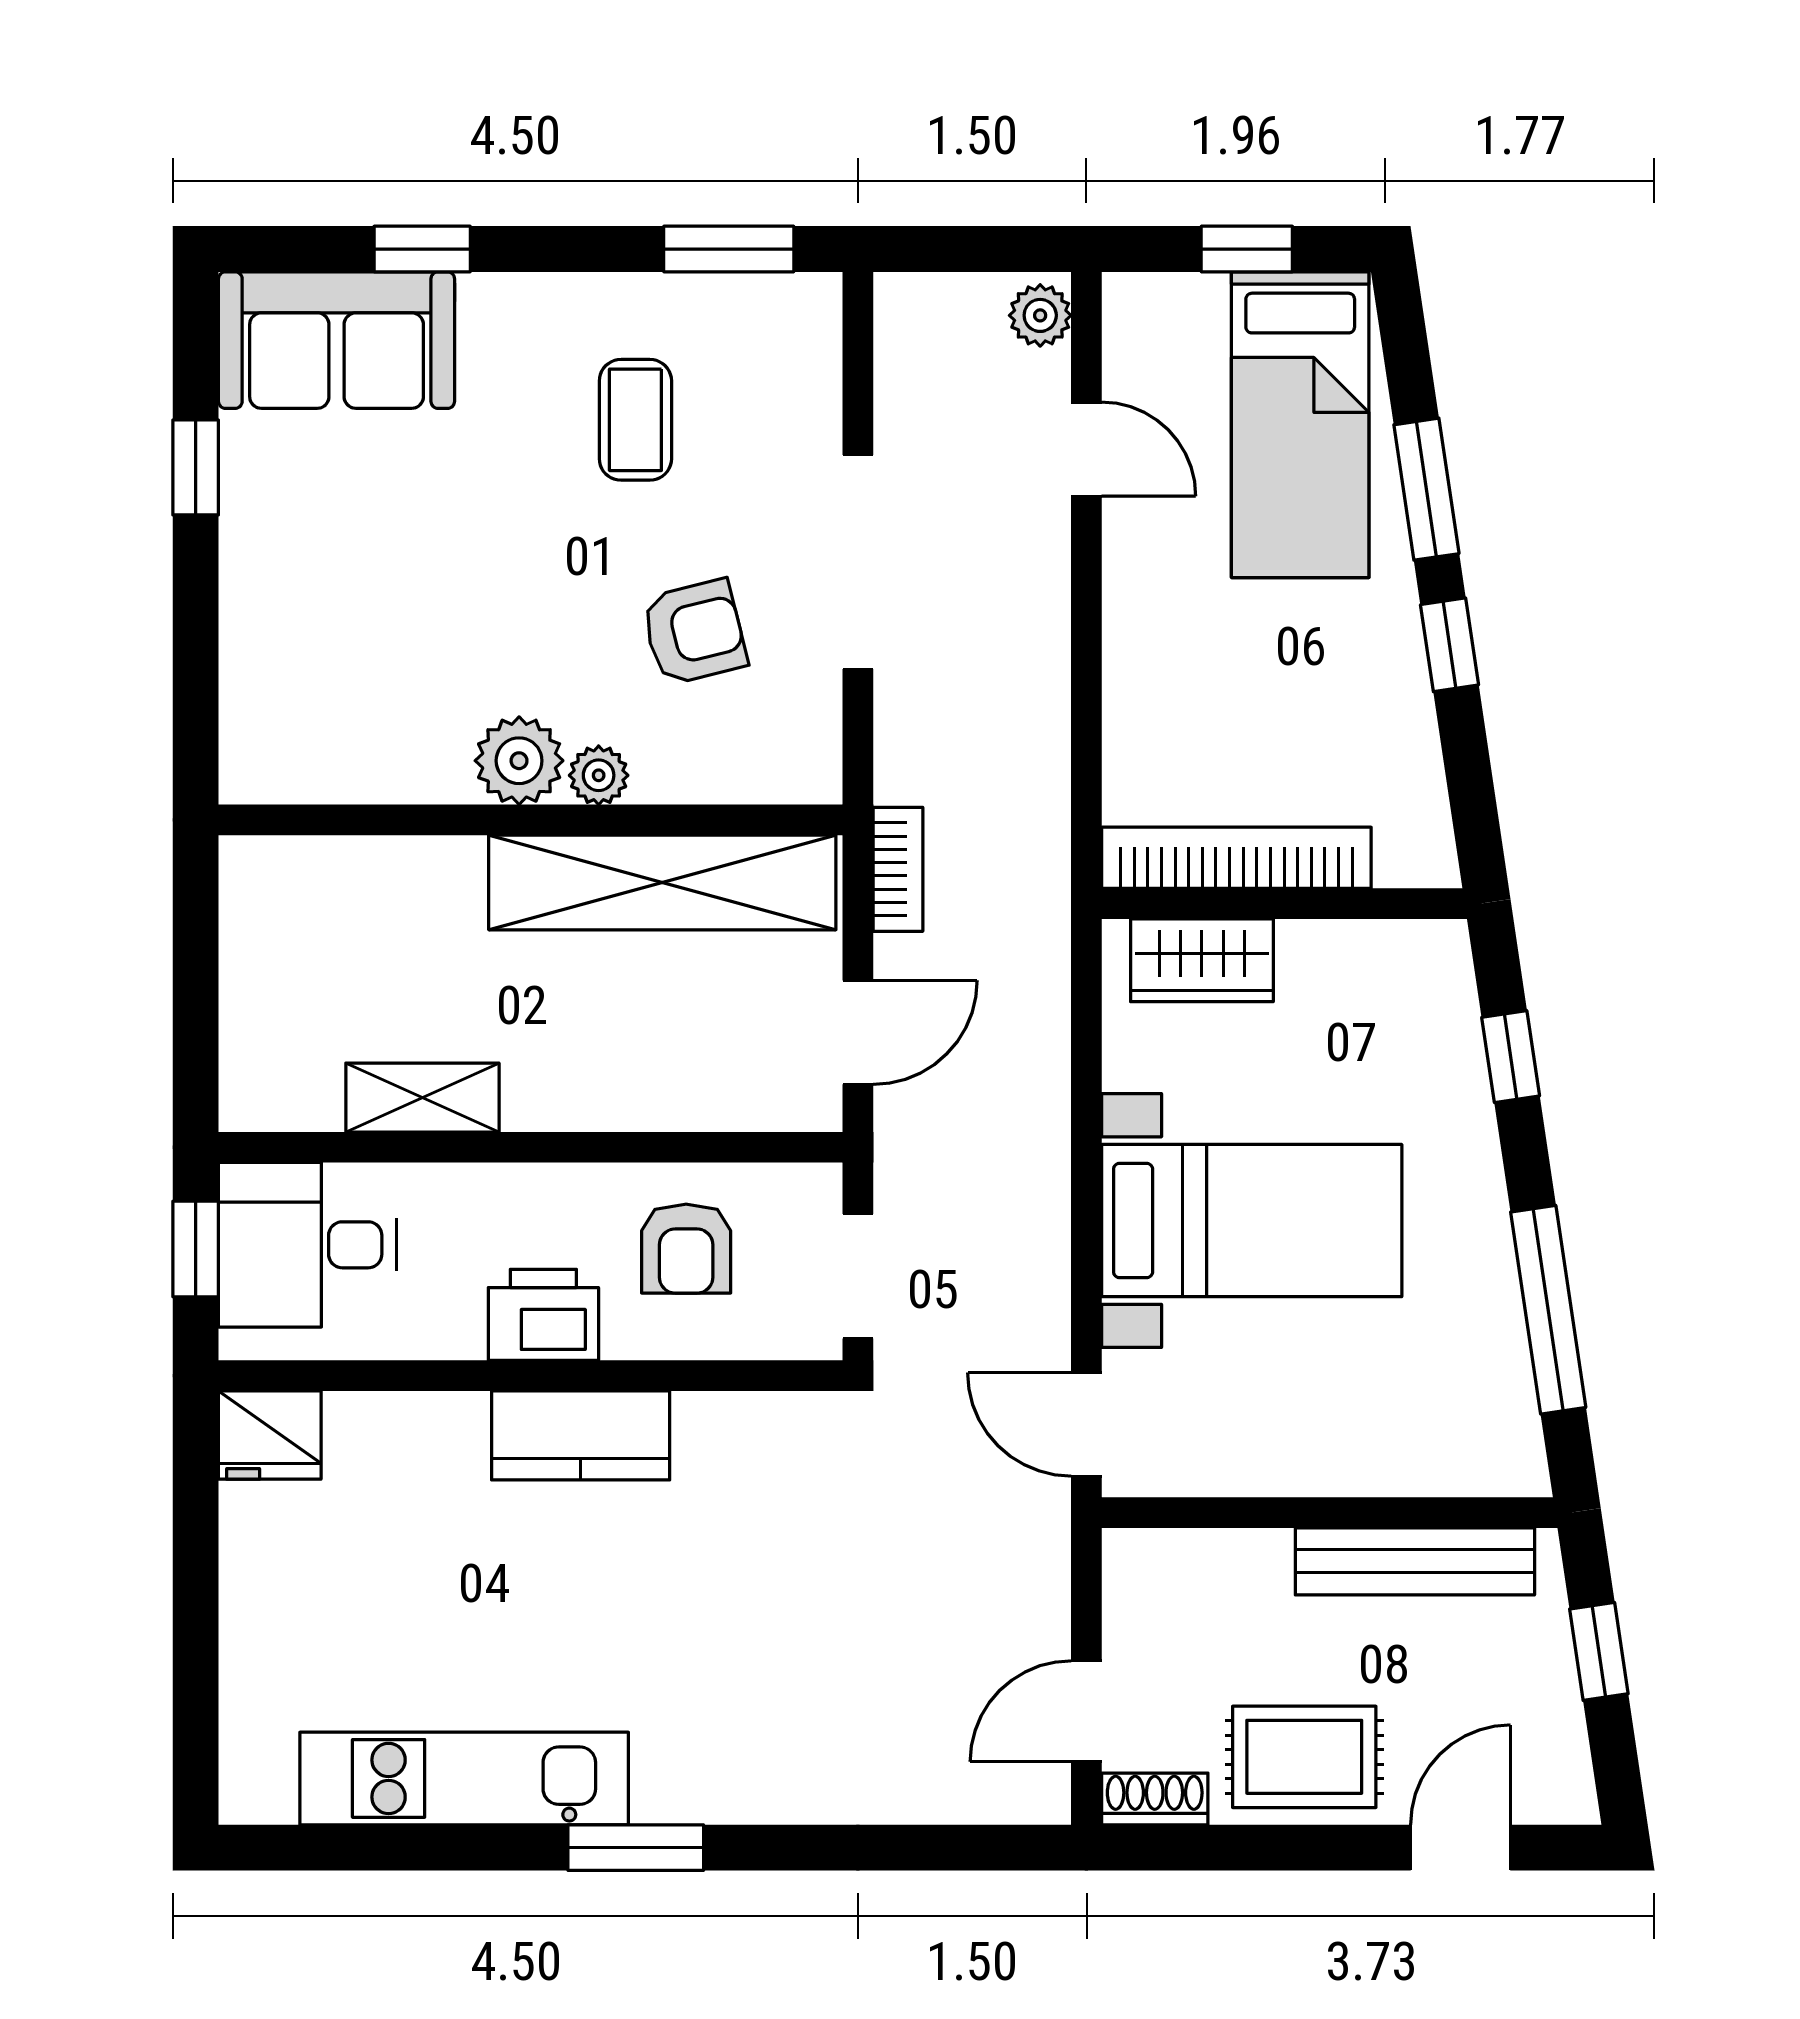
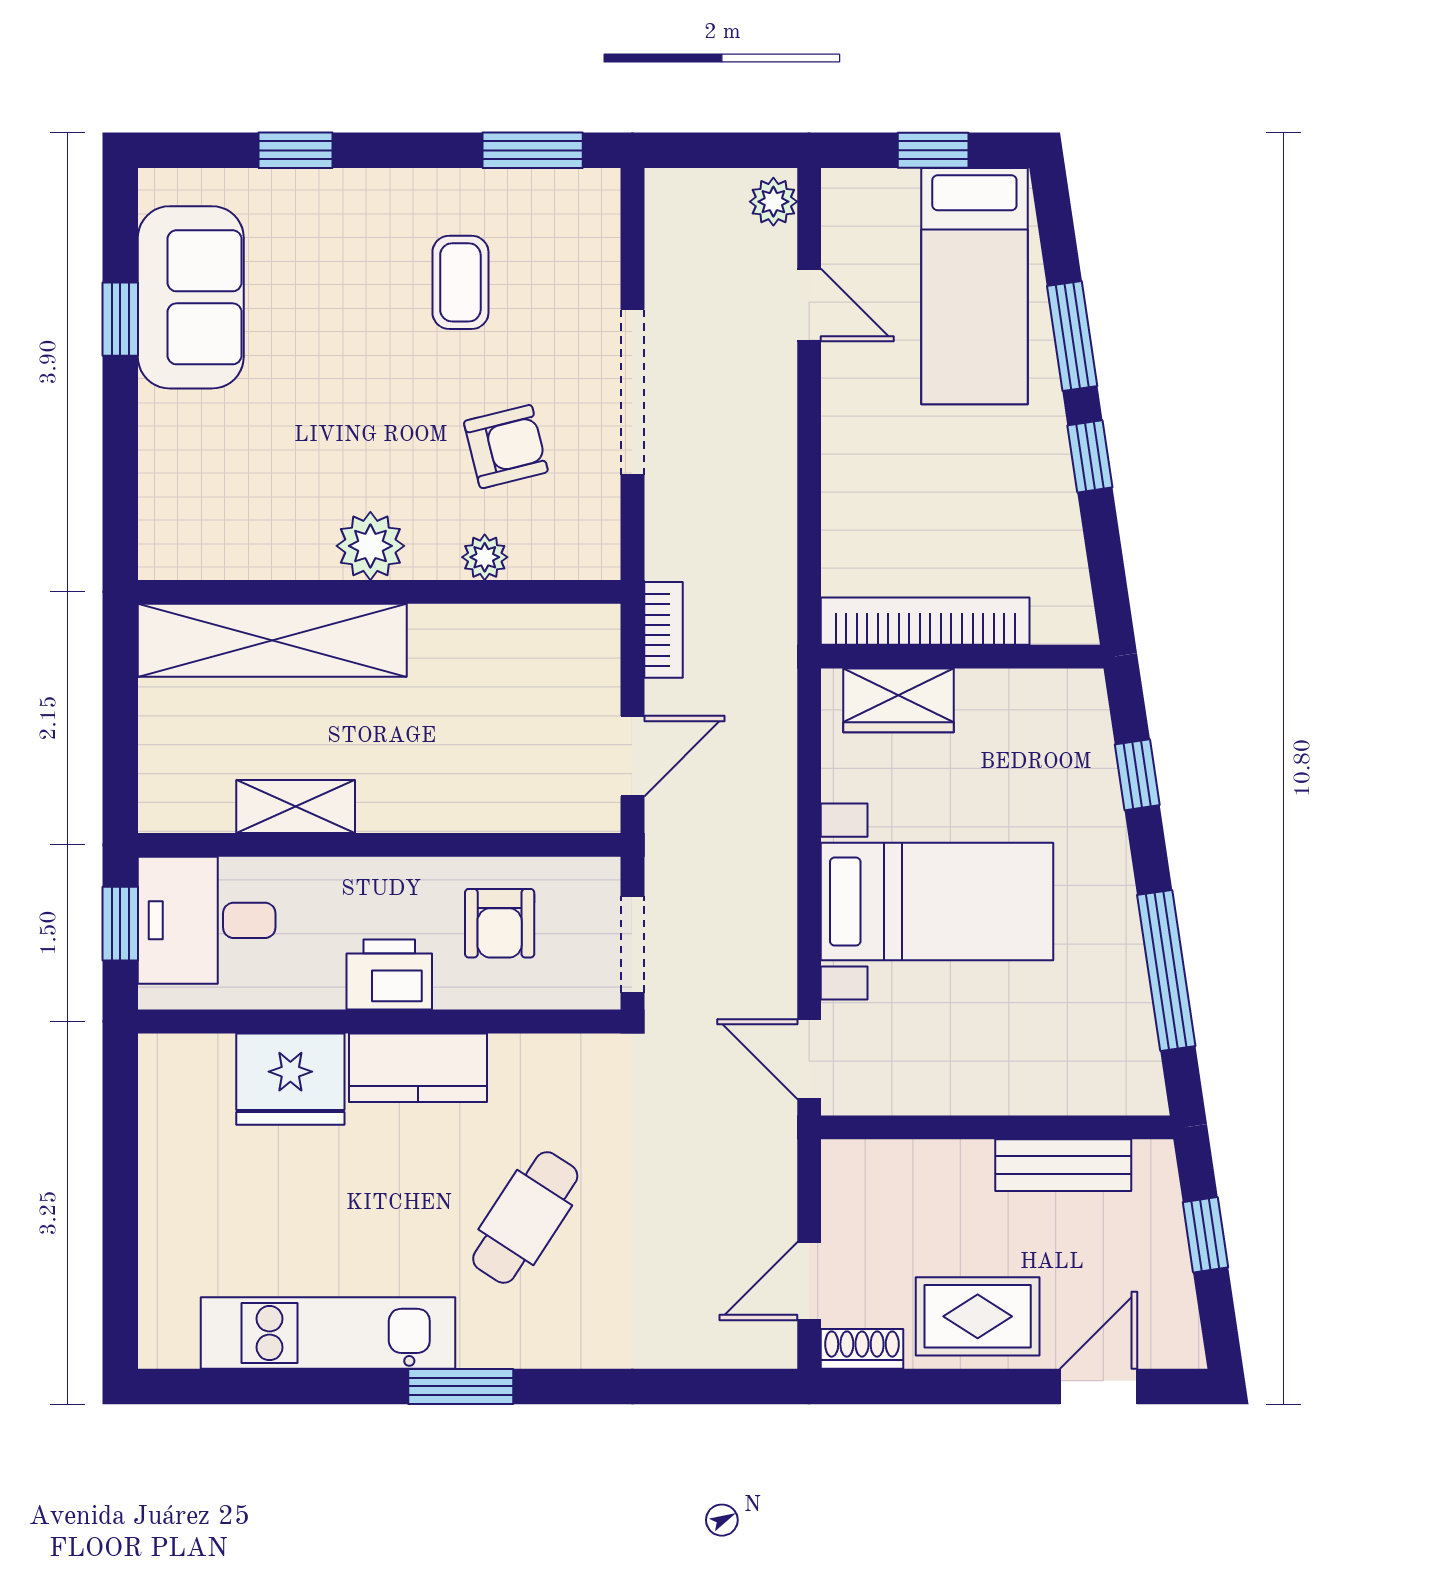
sofa: (337, 340) -> (191, 297), moved, turned -90
plant: (599, 775) -> (485, 557), moved
shelving: (662, 883) -> (272, 640), moved
fridge: (270, 1435) -> (290, 1079), moved, width x1.36, depth x1.34
bench: (1415, 1561) -> (1063, 1165), width x0.73
cafe table: (719, 1629) -> (525, 1217), added

